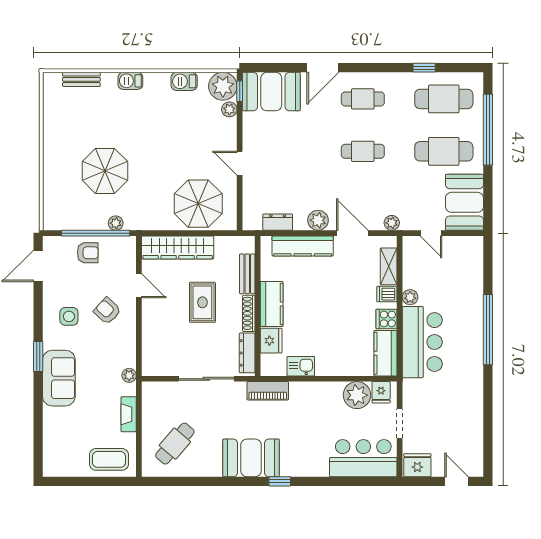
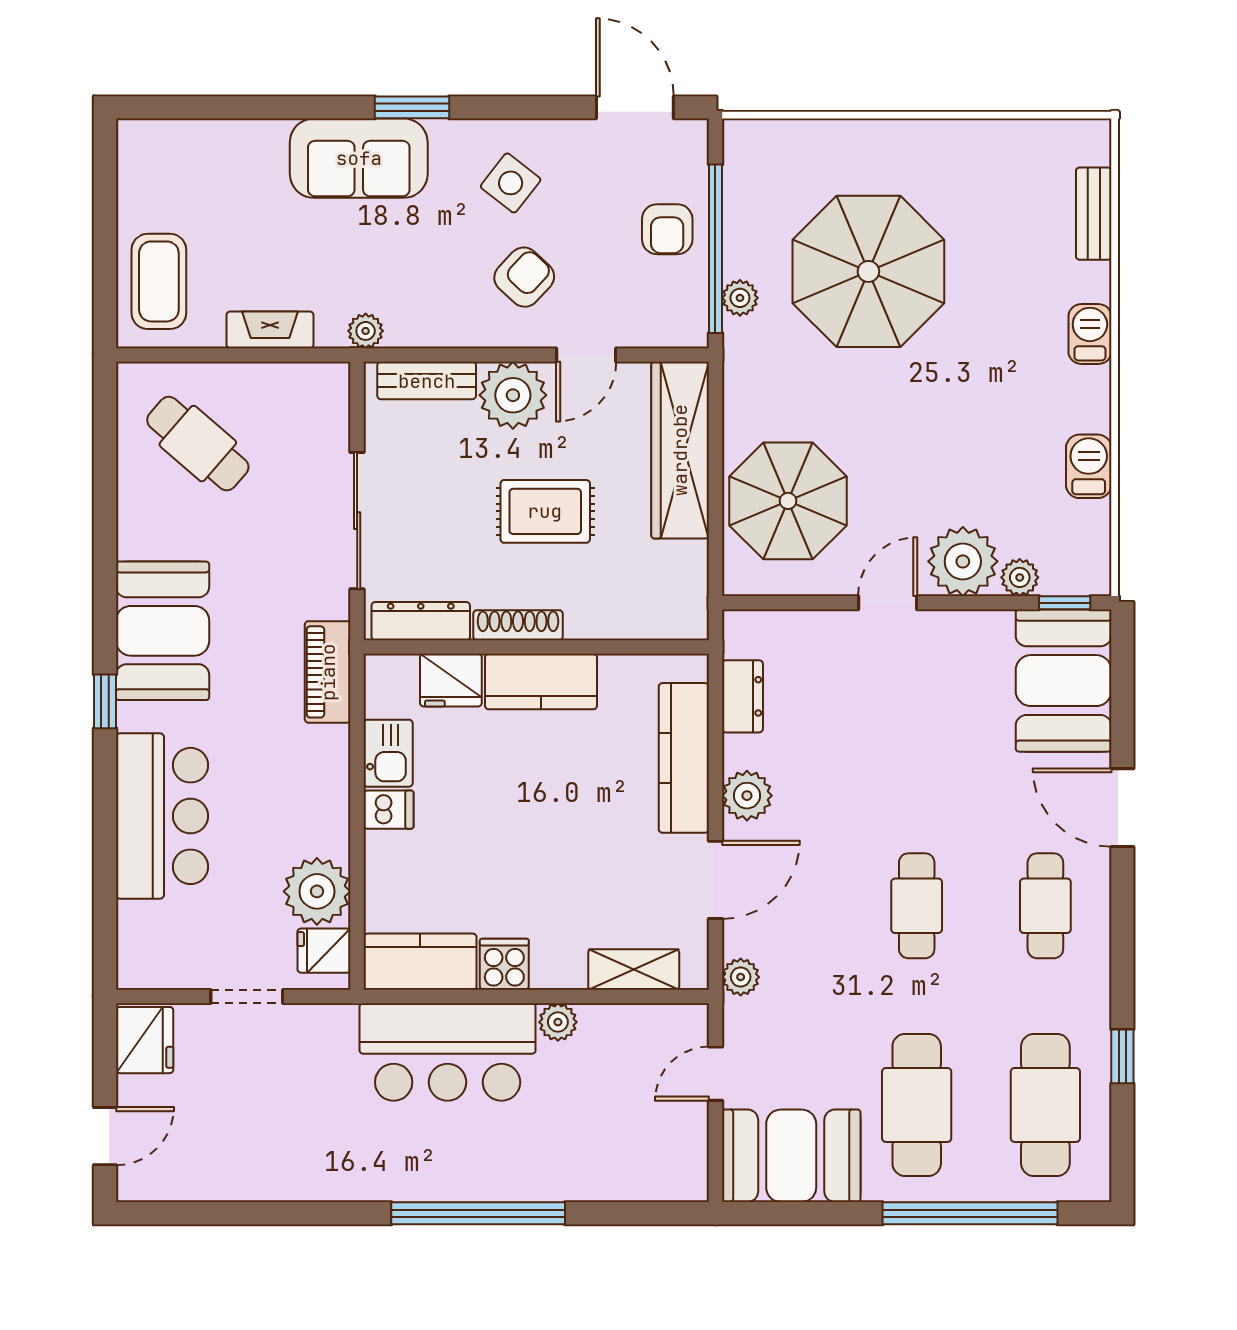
plant: (223, 86) -> (963, 561), moved
parasol: (105, 171) -> (868, 271), width x1.36, depth x1.36
bench: (247, 274) -> (427, 381), moved
dishwasher: (387, 294) -> (389, 810), moved, turned 90
plant: (155, 315) -> (513, 395), added
side table: (69, 316) -> (511, 183), turned 38
bar counter: (363, 458) -> (162, 816), moved

